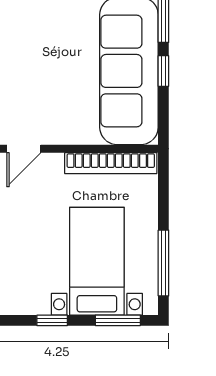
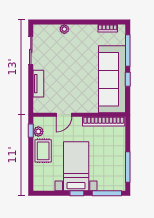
bed with nightstands: (97, 261) -> (76, 166), moved
window: (118, 320) -> (107, 193), width x1.44

